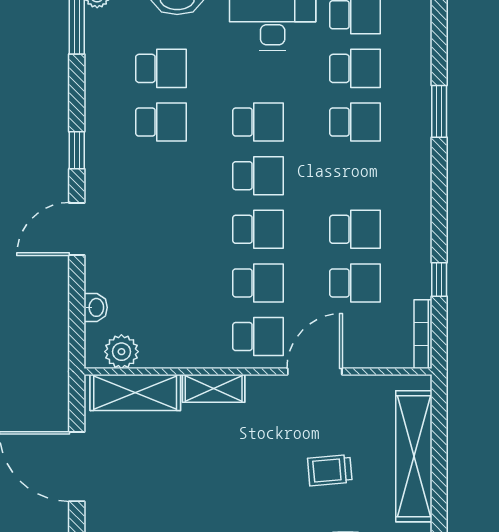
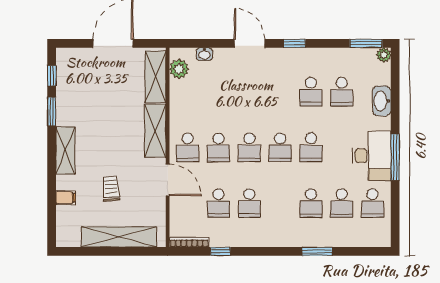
shelving: (214, 388) -> (155, 131), width x1.50, depth x1.33

